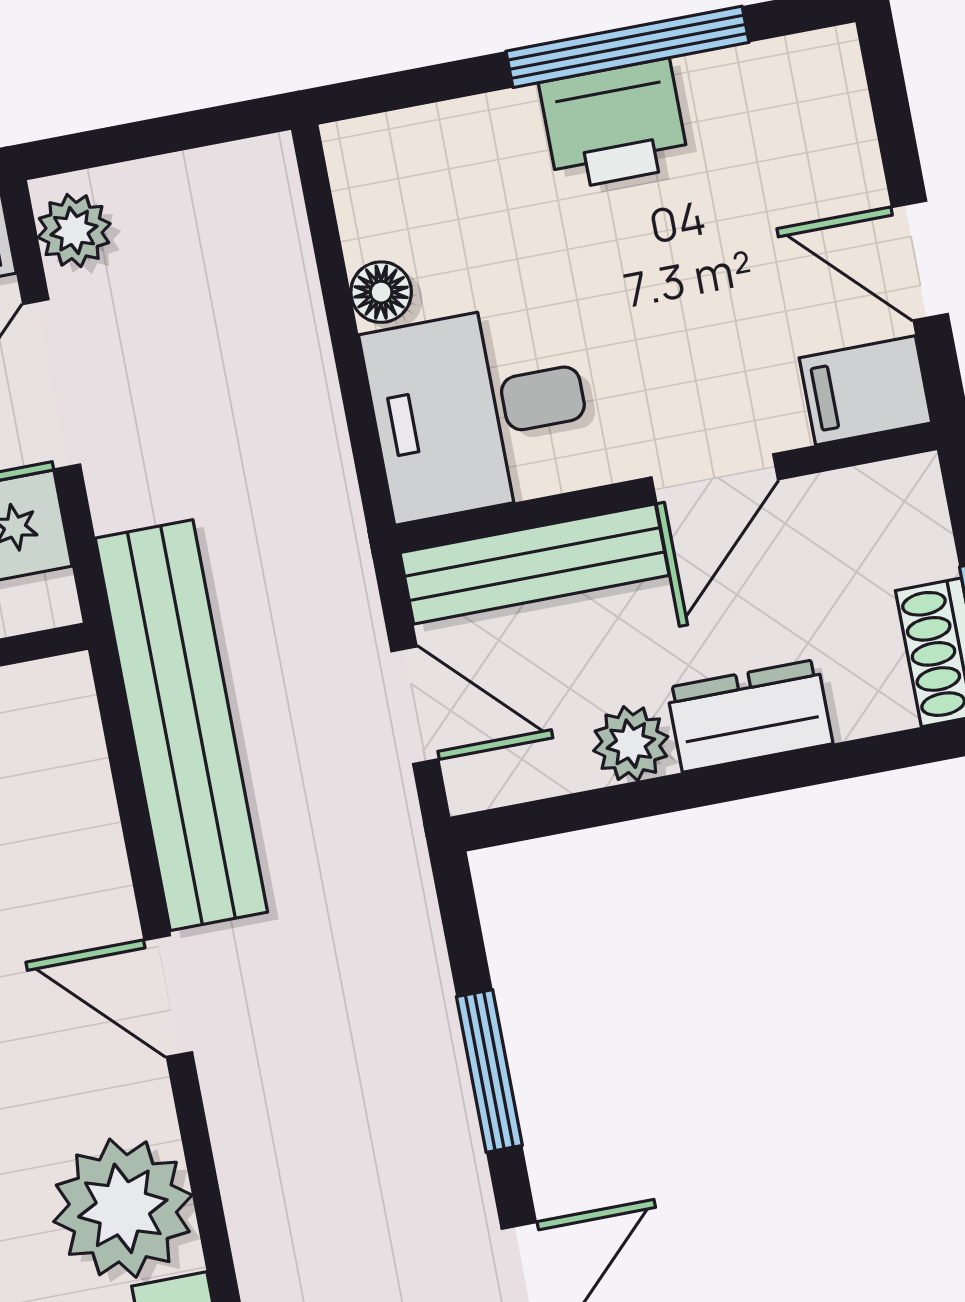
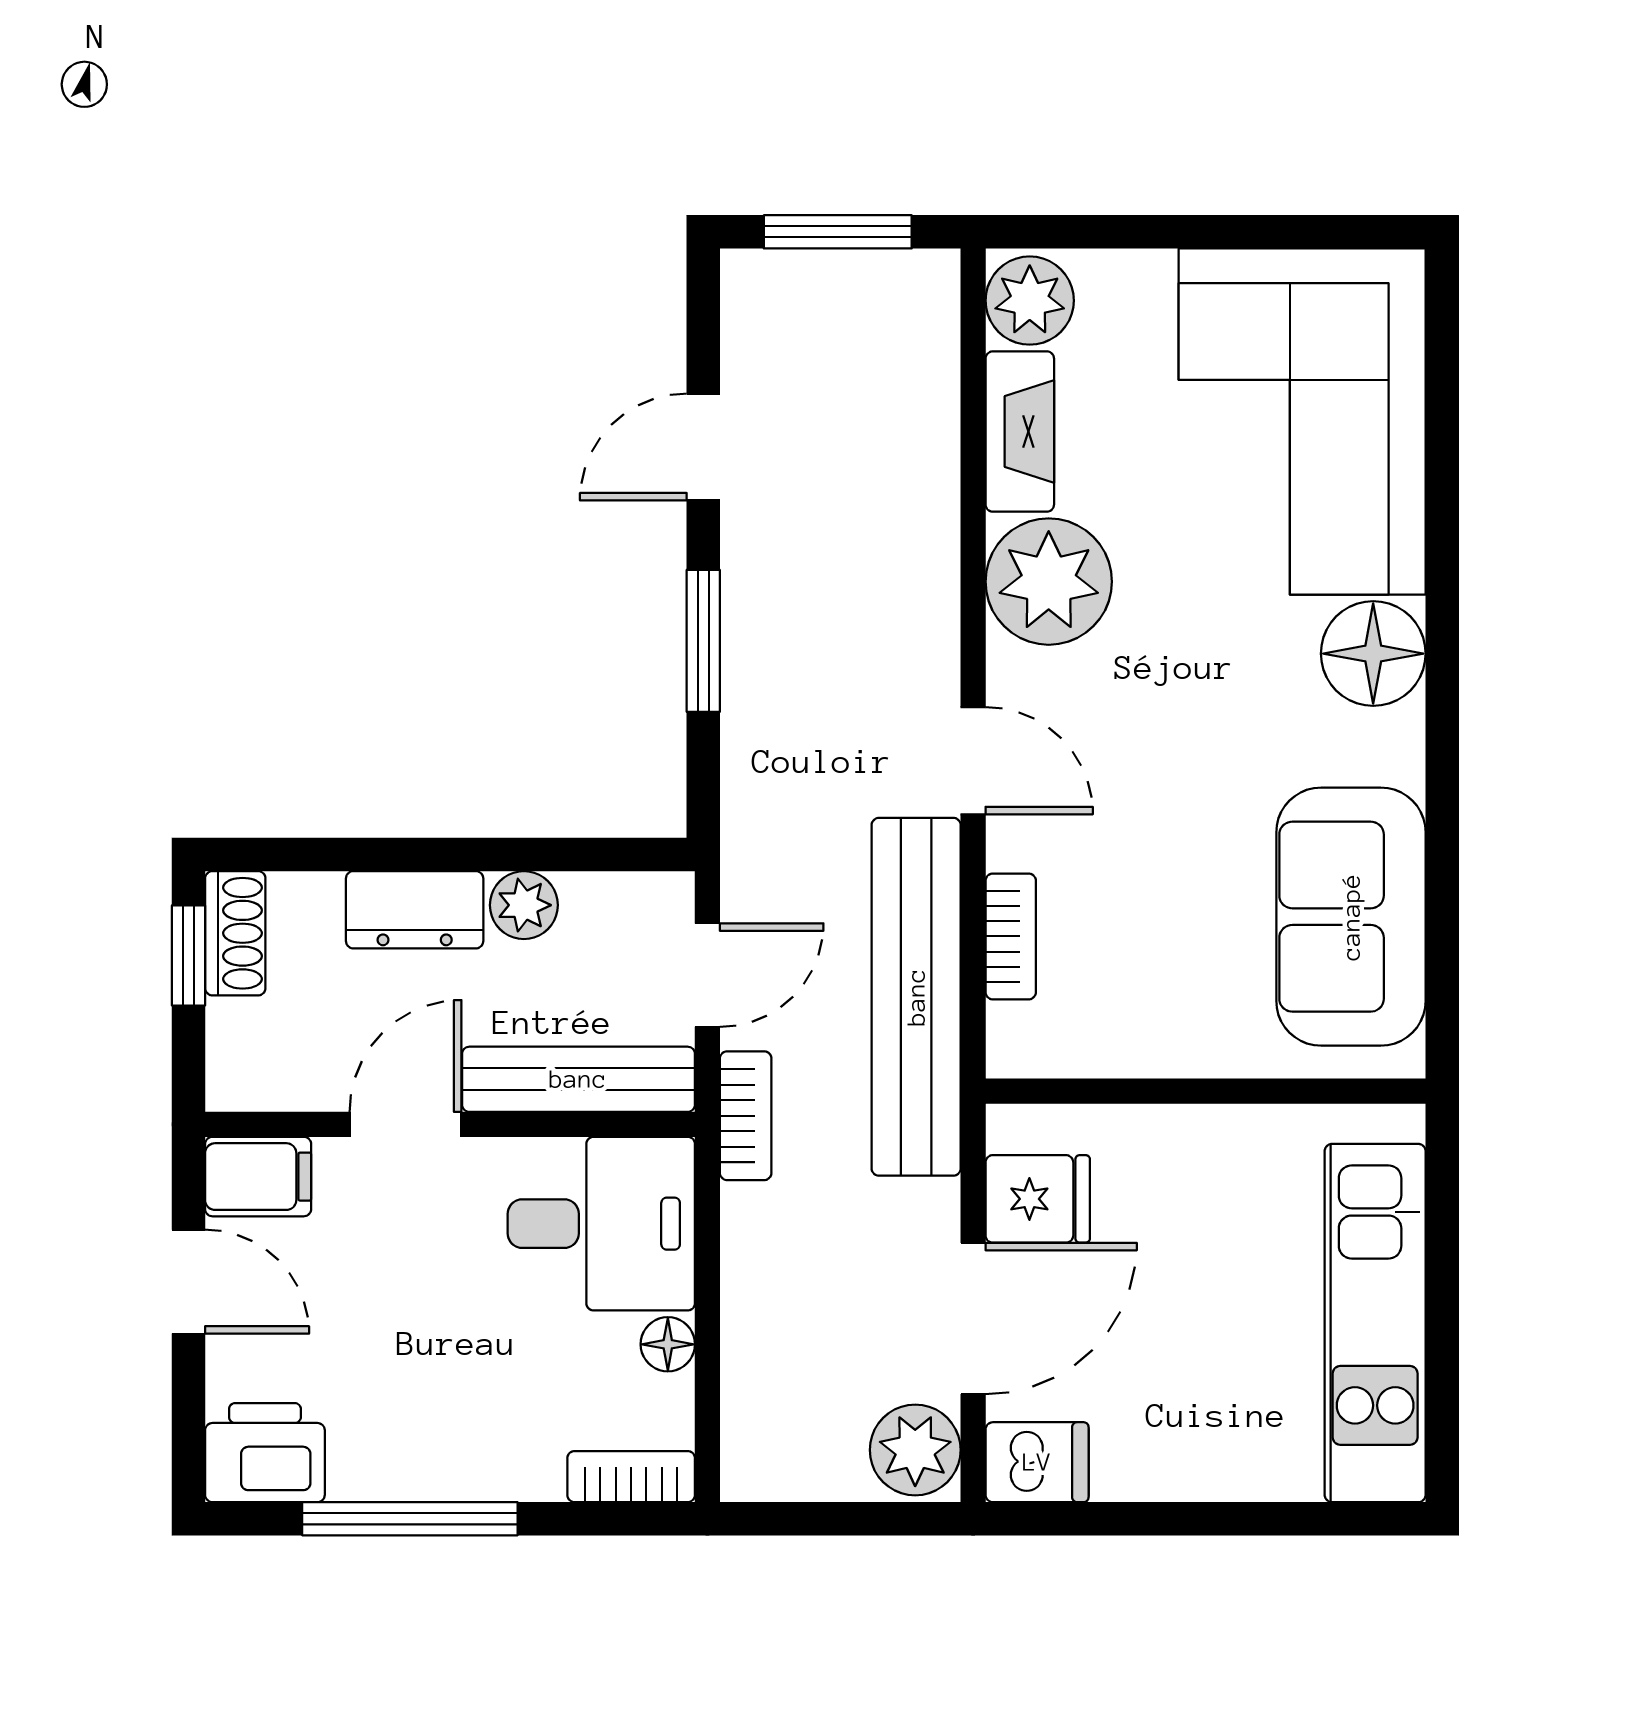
printer: (614, 124) -> (265, 1453), moved
bookcase: (394, 139) -> (631, 1477), added
plant: (74, 231) -> (915, 1450), width x1.38, depth x1.38
bookcase: (344, 559) -> (746, 1116), added
door: (415, 705) -> (707, 975), swing flipped
bookcase: (90, 811) -> (1011, 936), added

